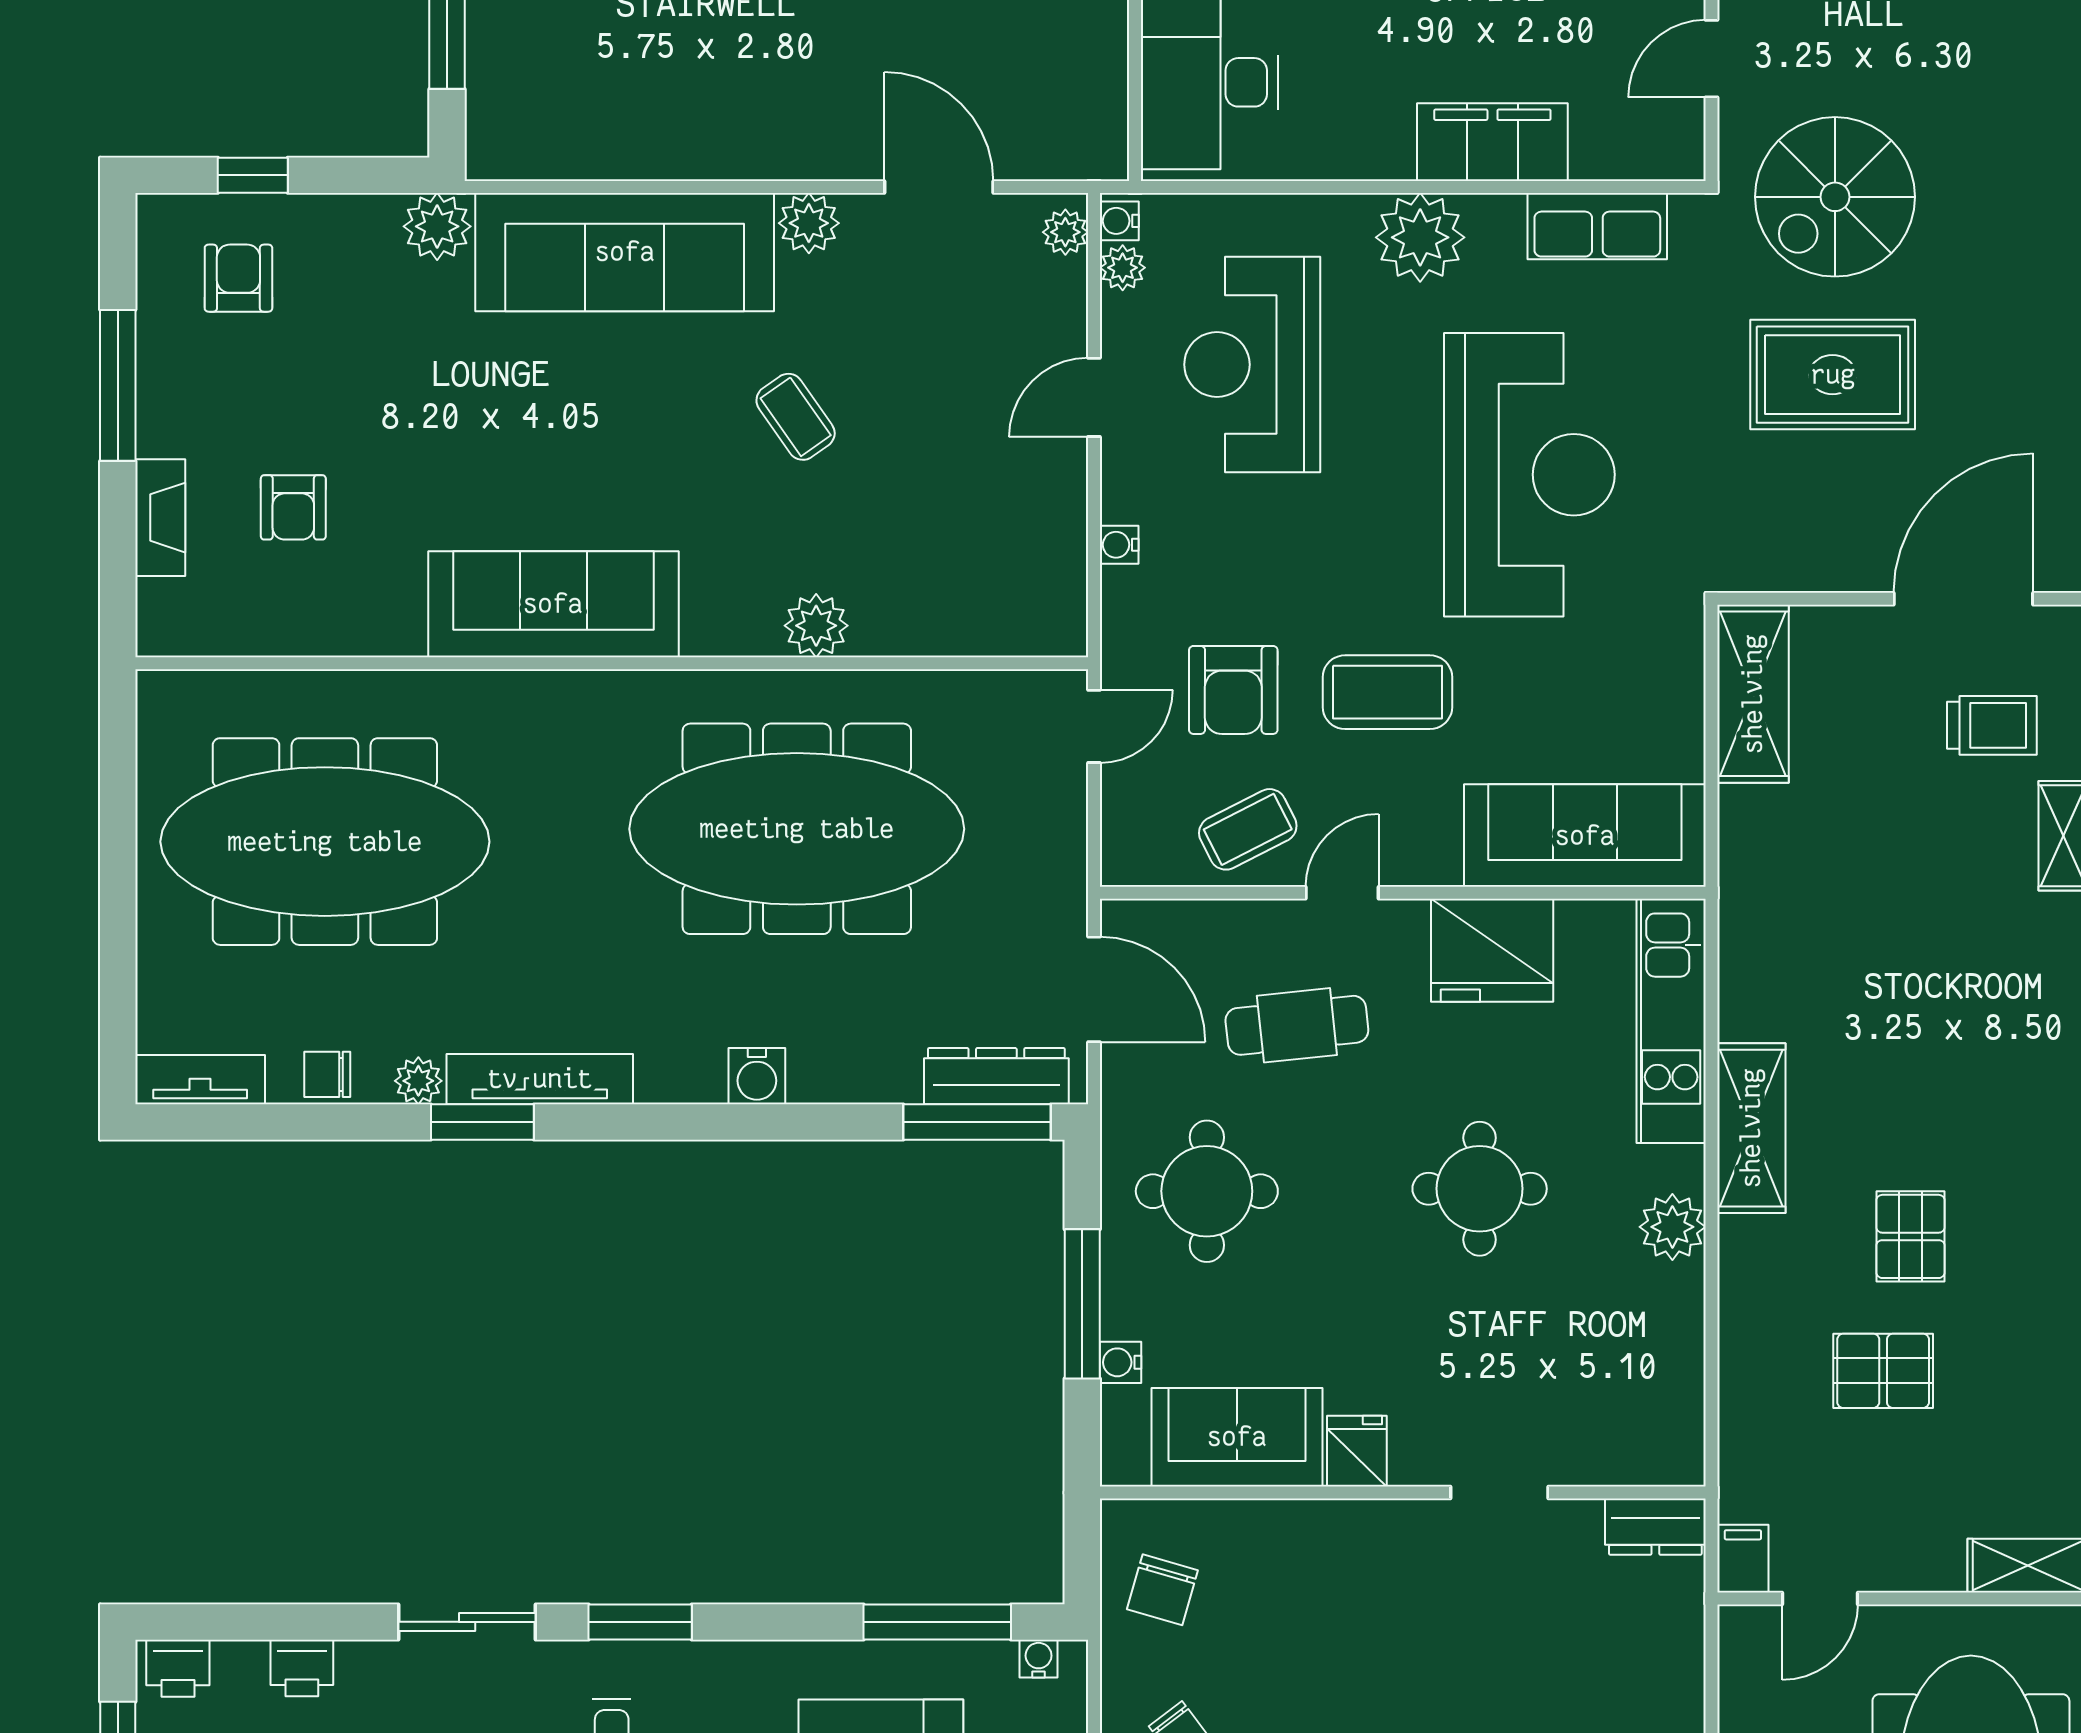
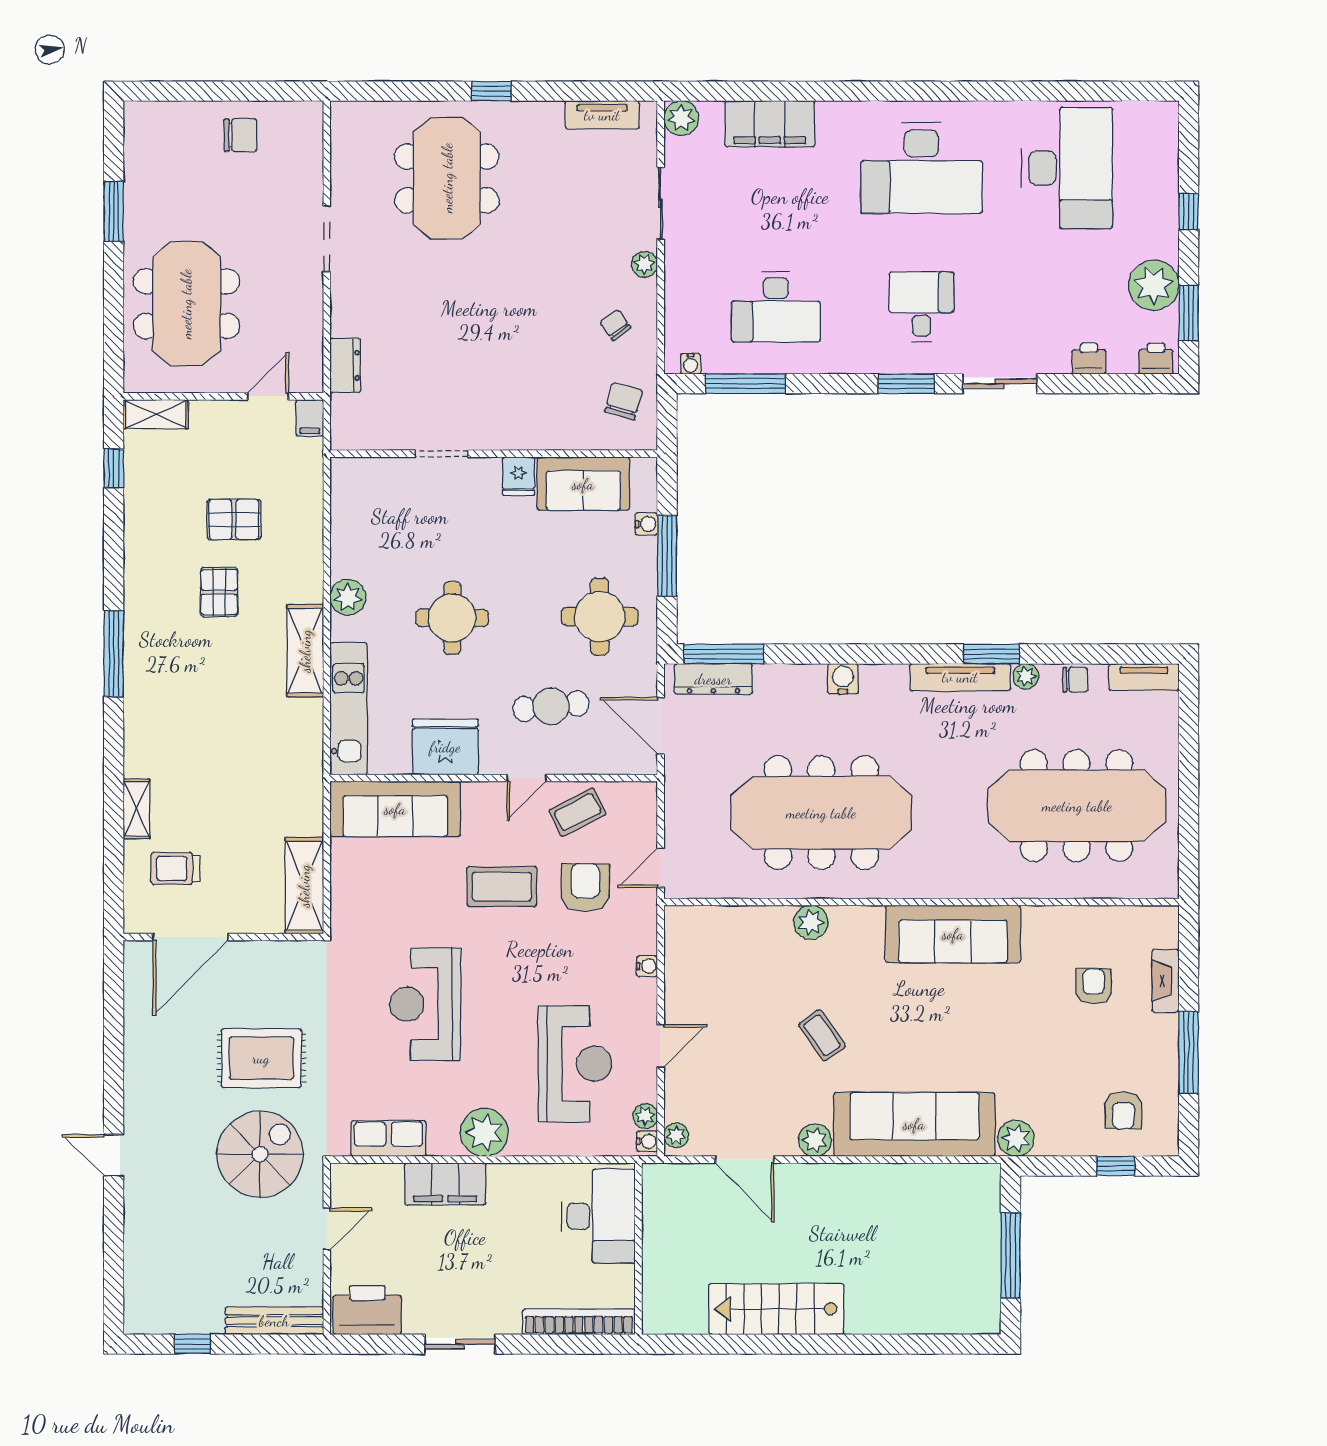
reception desk: (1529, 475) -> (425, 1004), width x0.74, depth x0.77
dresser: (1655, 1527) -> (345, 365), moved, turned 90

